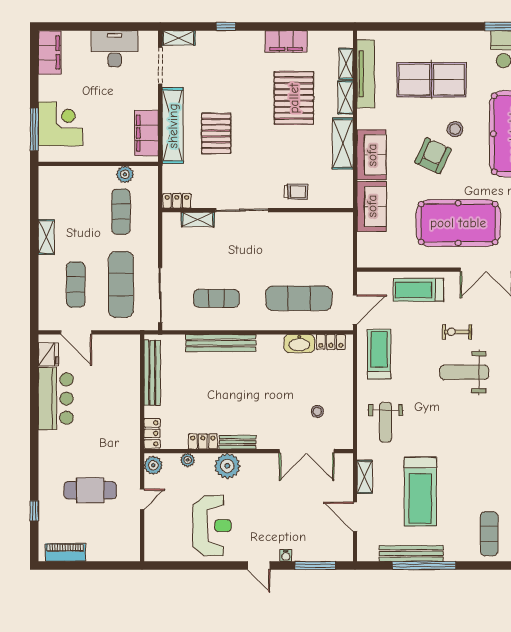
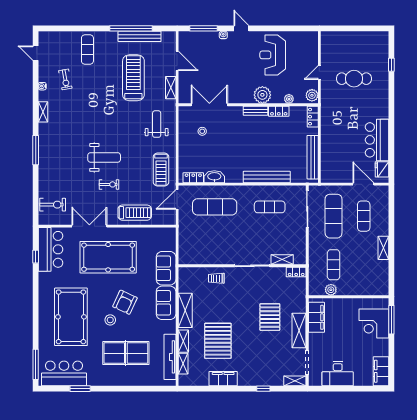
shelving: (173, 126) -> (299, 330), width x0.68
piano: (65, 552) -> (371, 37), removed

